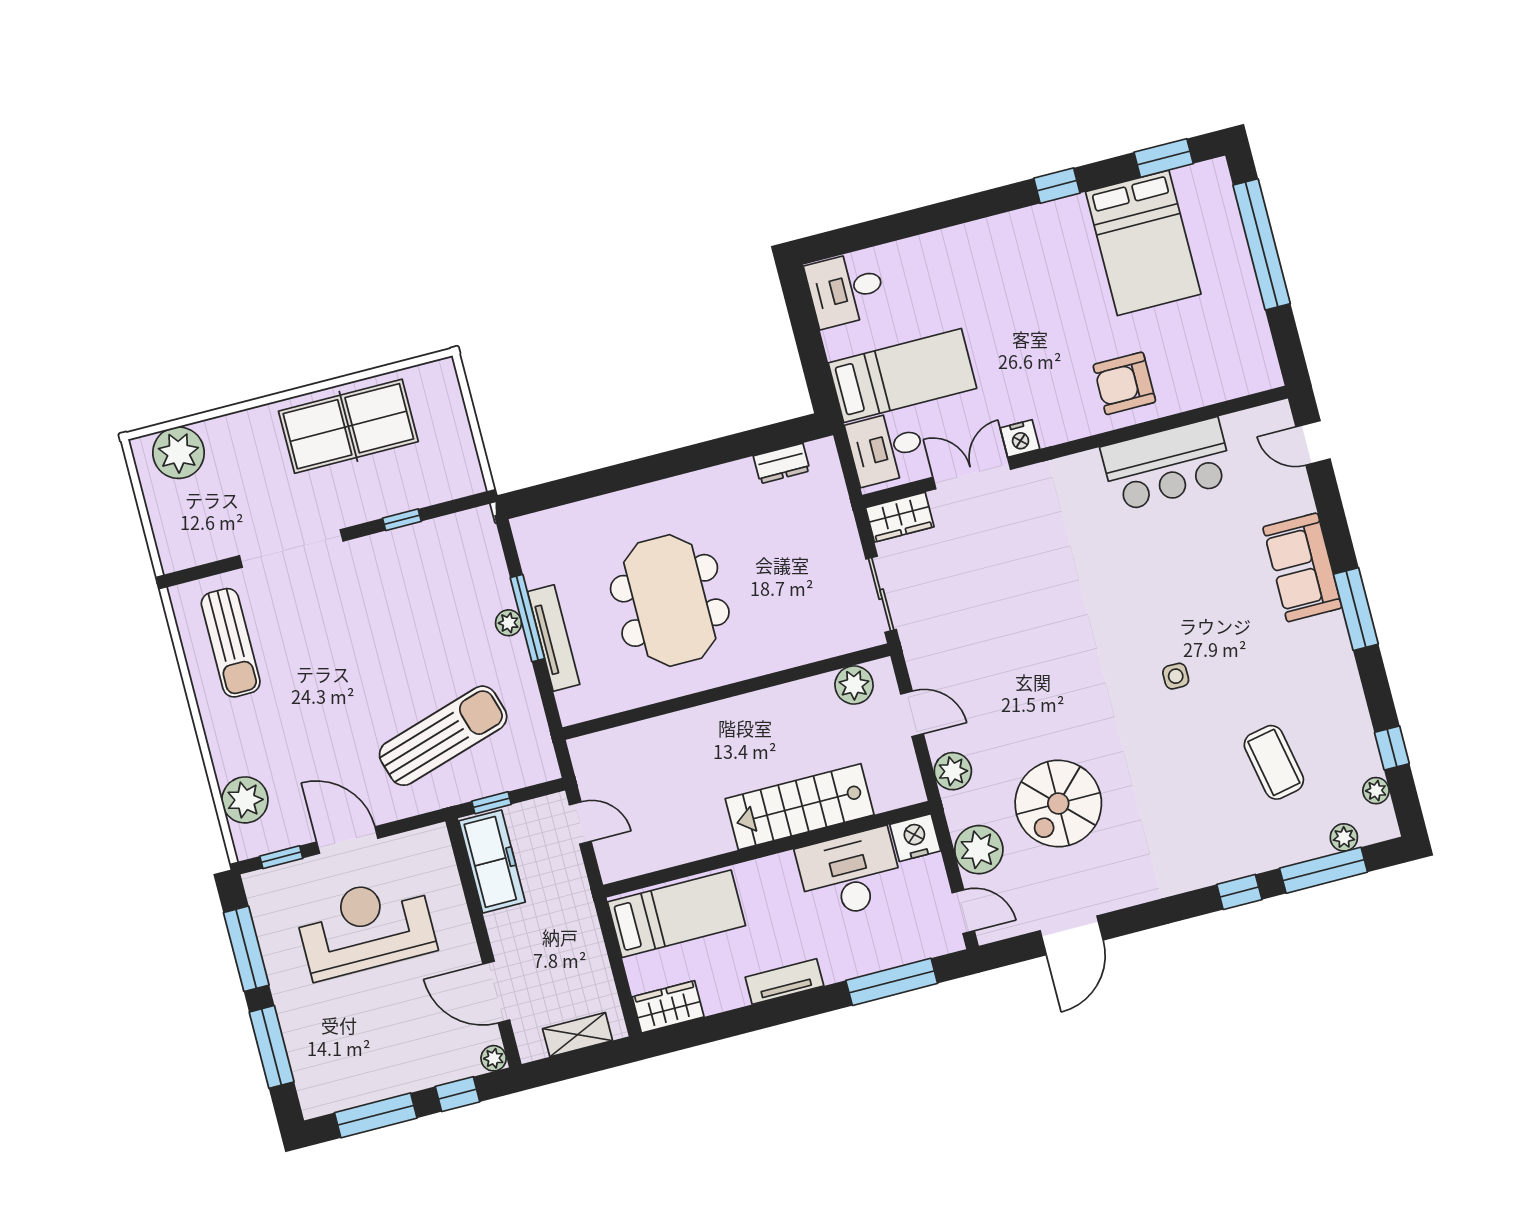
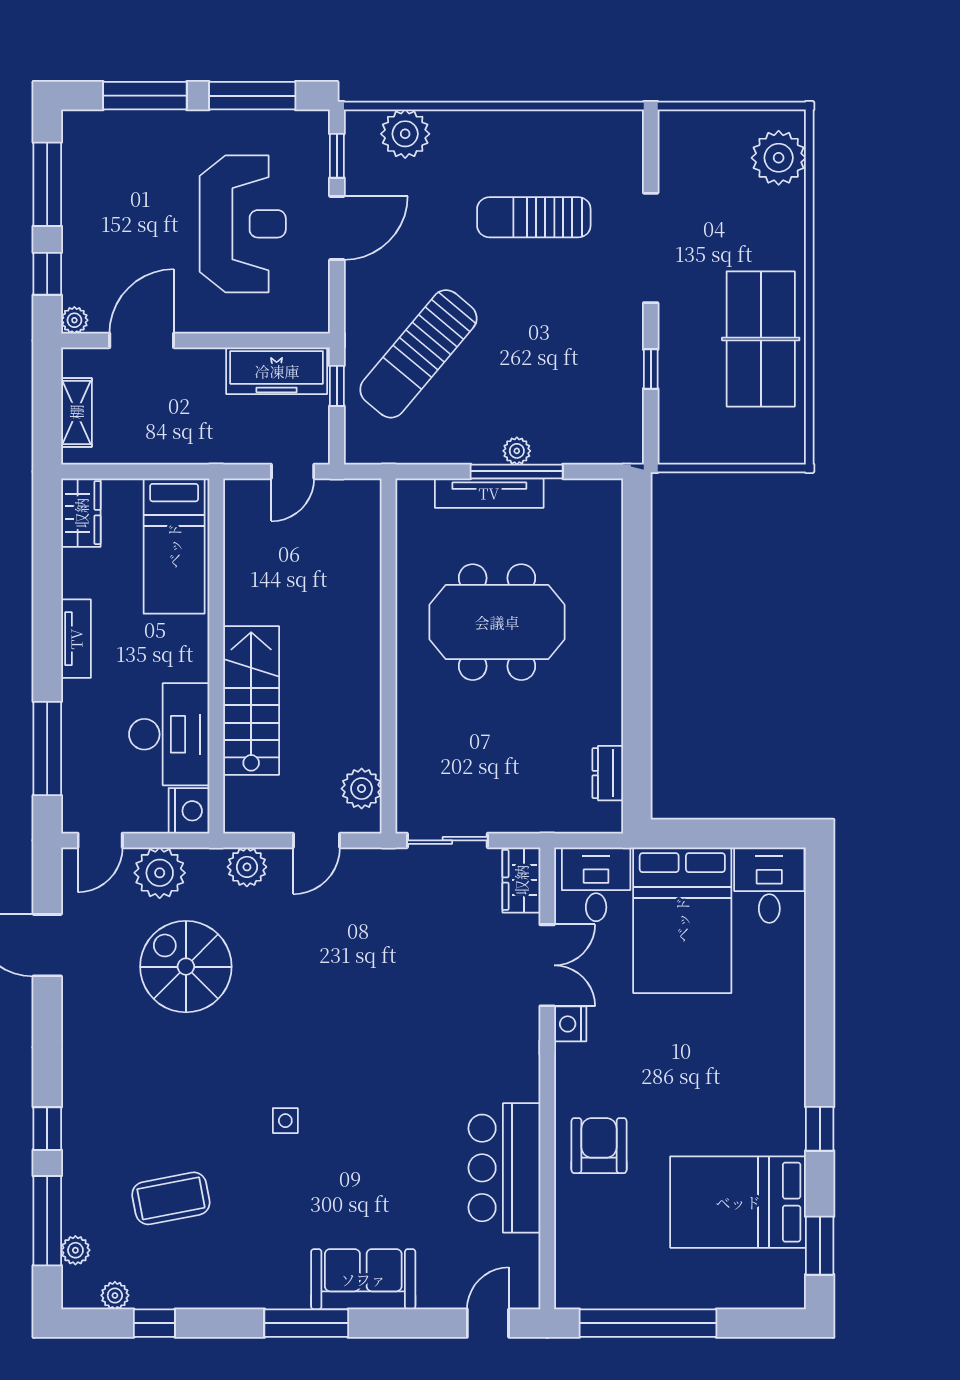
window: (1262, 244) -> (648, 1323), moved
bed: (902, 376) -> (682, 920), width x1.50
sun lounger: (231, 643) -> (534, 217), moved
sun lounger: (443, 736) -> (418, 354), turned 57

